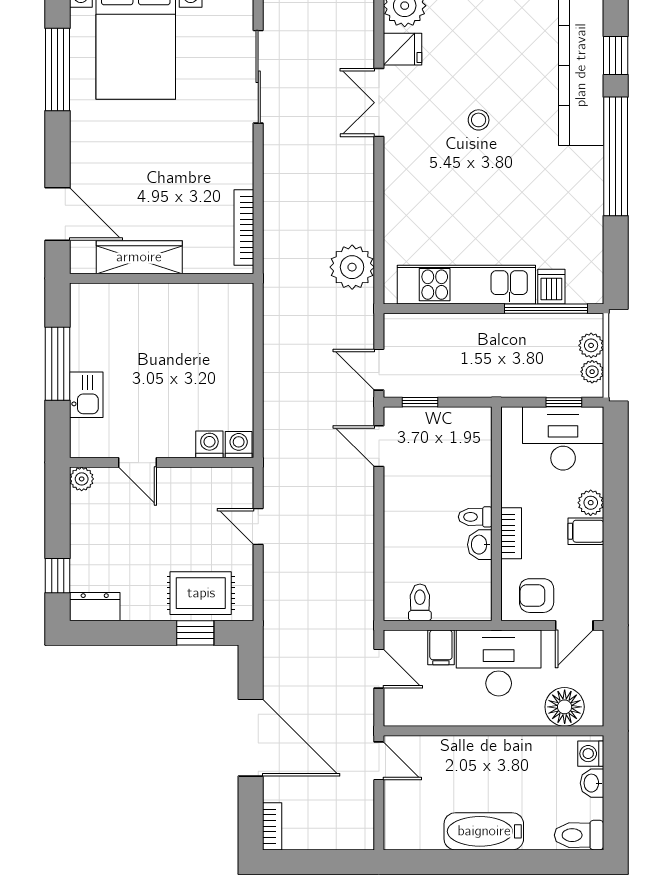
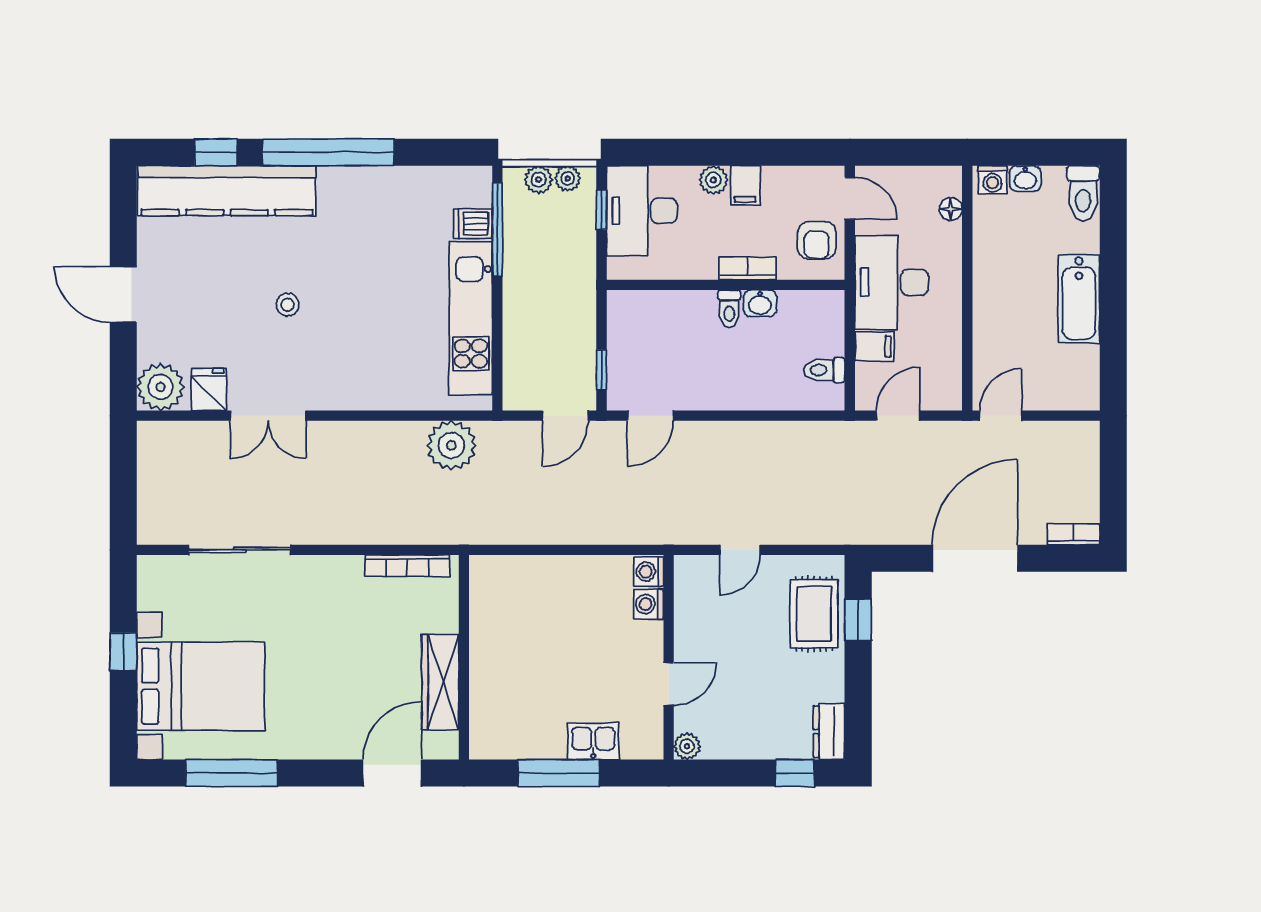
floor lamp: (565, 707) -> (951, 209), width x0.53, depth x0.53

